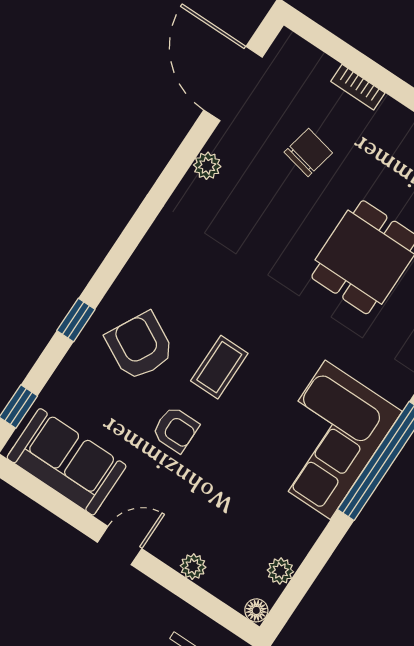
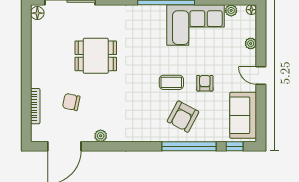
bookcase: (358, 87) -> (35, 106), width x1.56
window: (76, 320) -> (189, 146), width x3.17
corner sofa: (328, 440) -> (196, 25), moved

